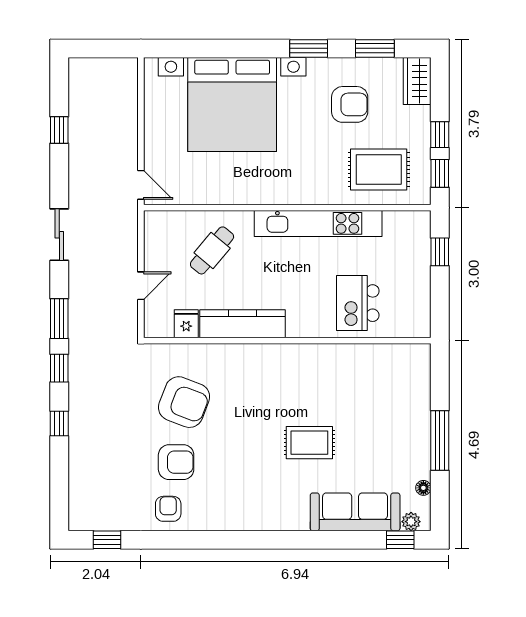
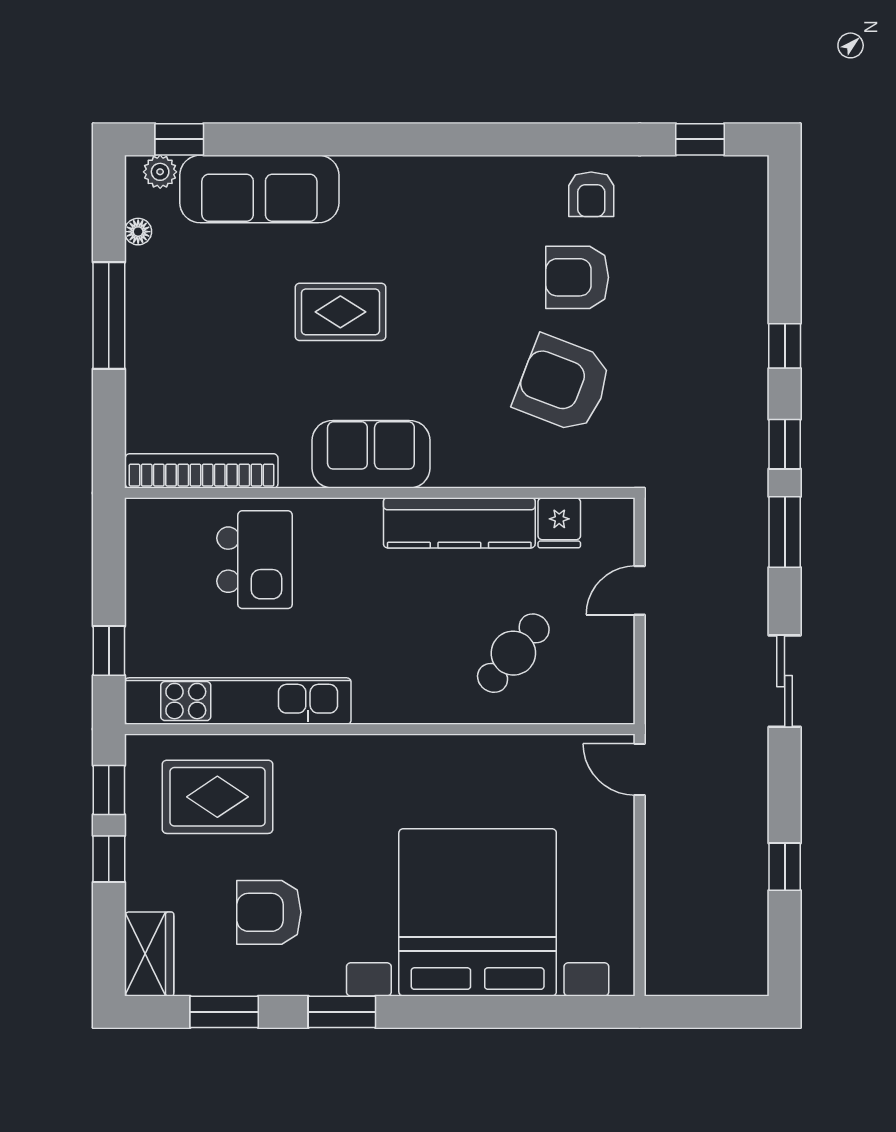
kitchen unit: (318, 223) -> (238, 701), moved
bookcase: (388, 353) -> (202, 471), added
sofa: (292, 362) -> (371, 454), added

